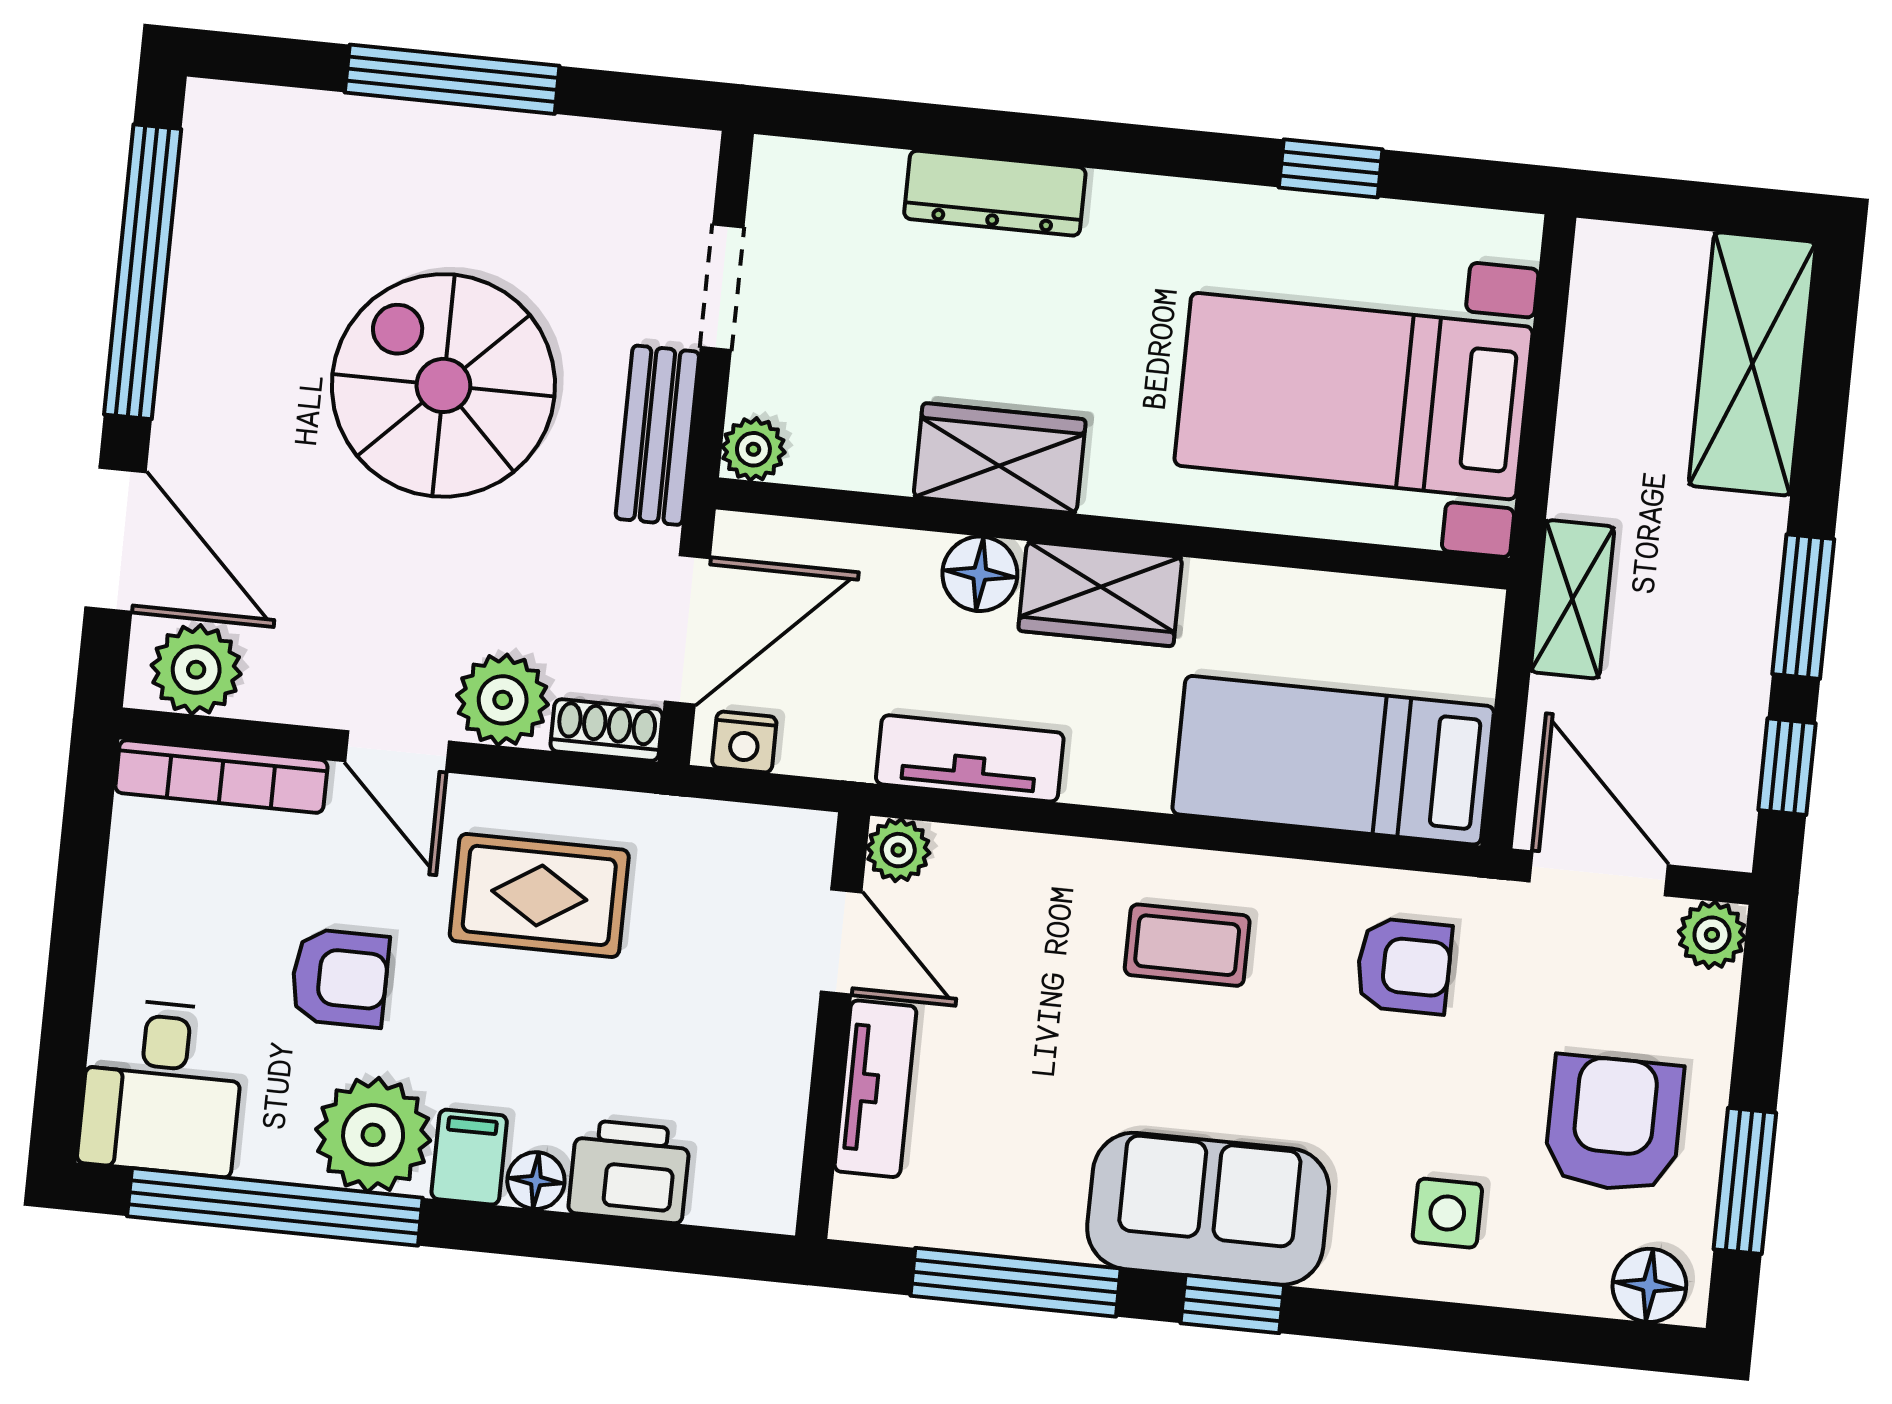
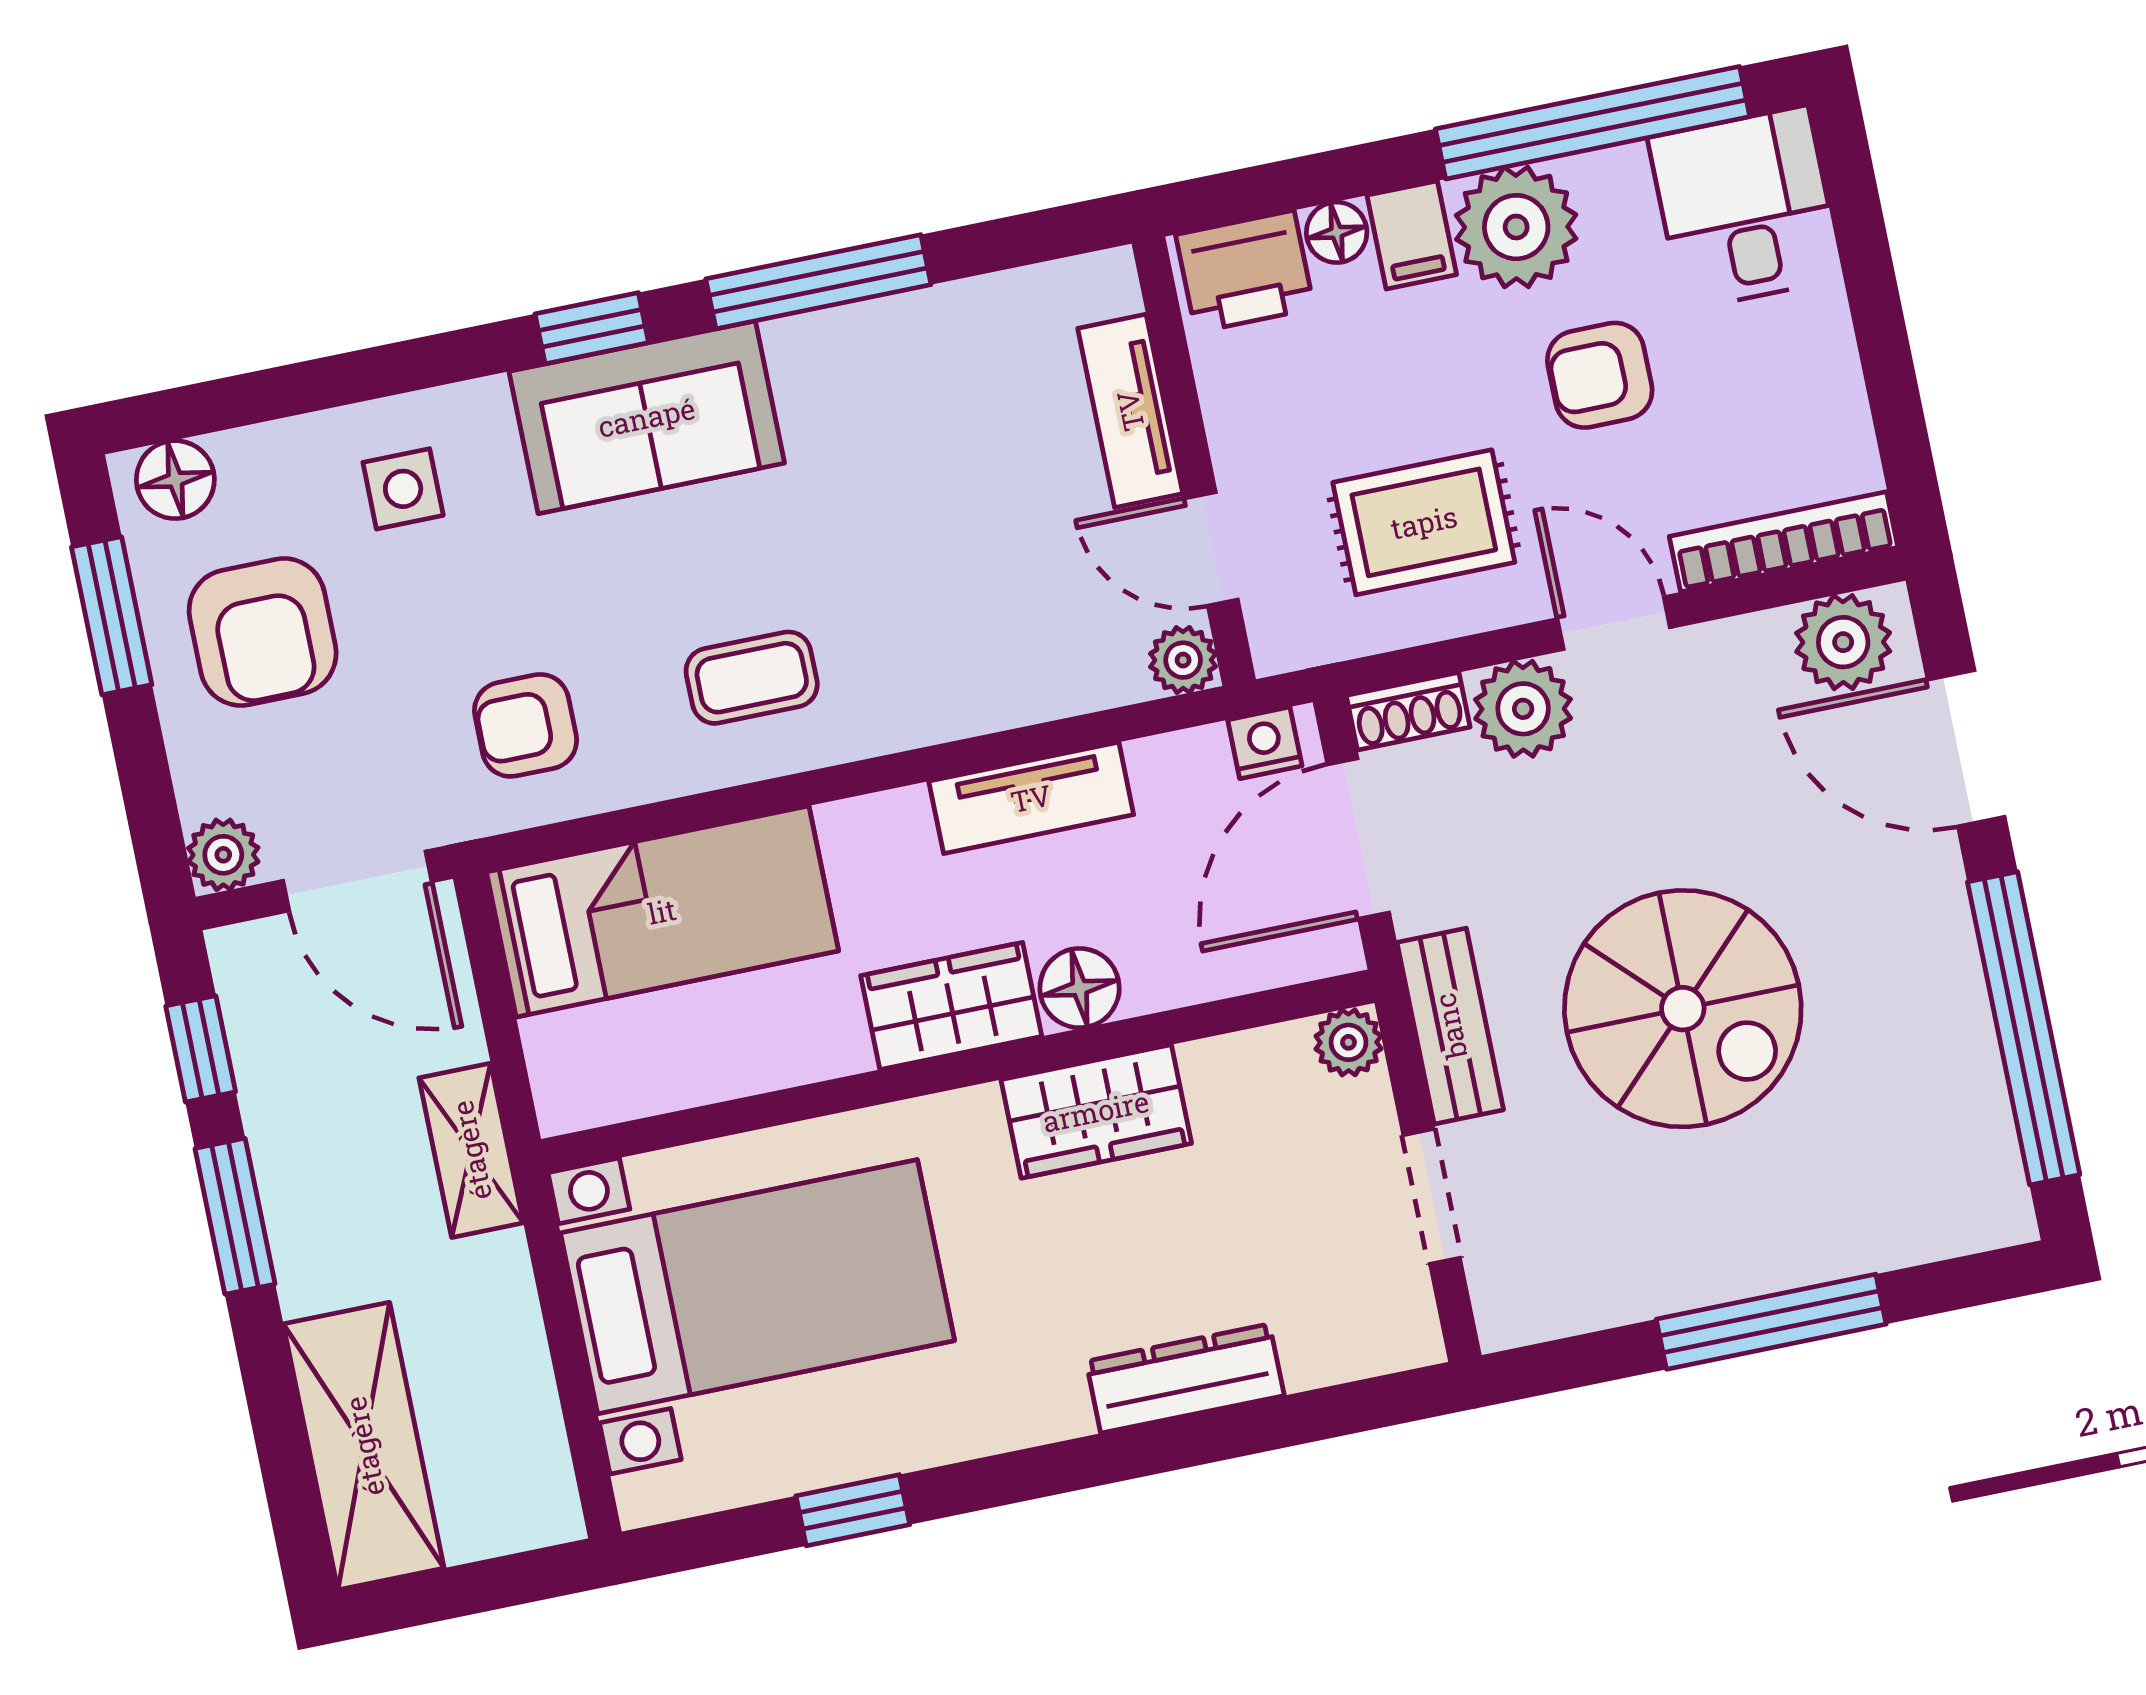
plant: (898, 850) -> (1183, 660), moved
door: (841, 942) -> (1212, 549), moved
wall: (833, 1026) -> (1194, 461), moved
tv unit: (875, 1089) -> (1130, 411), moved

